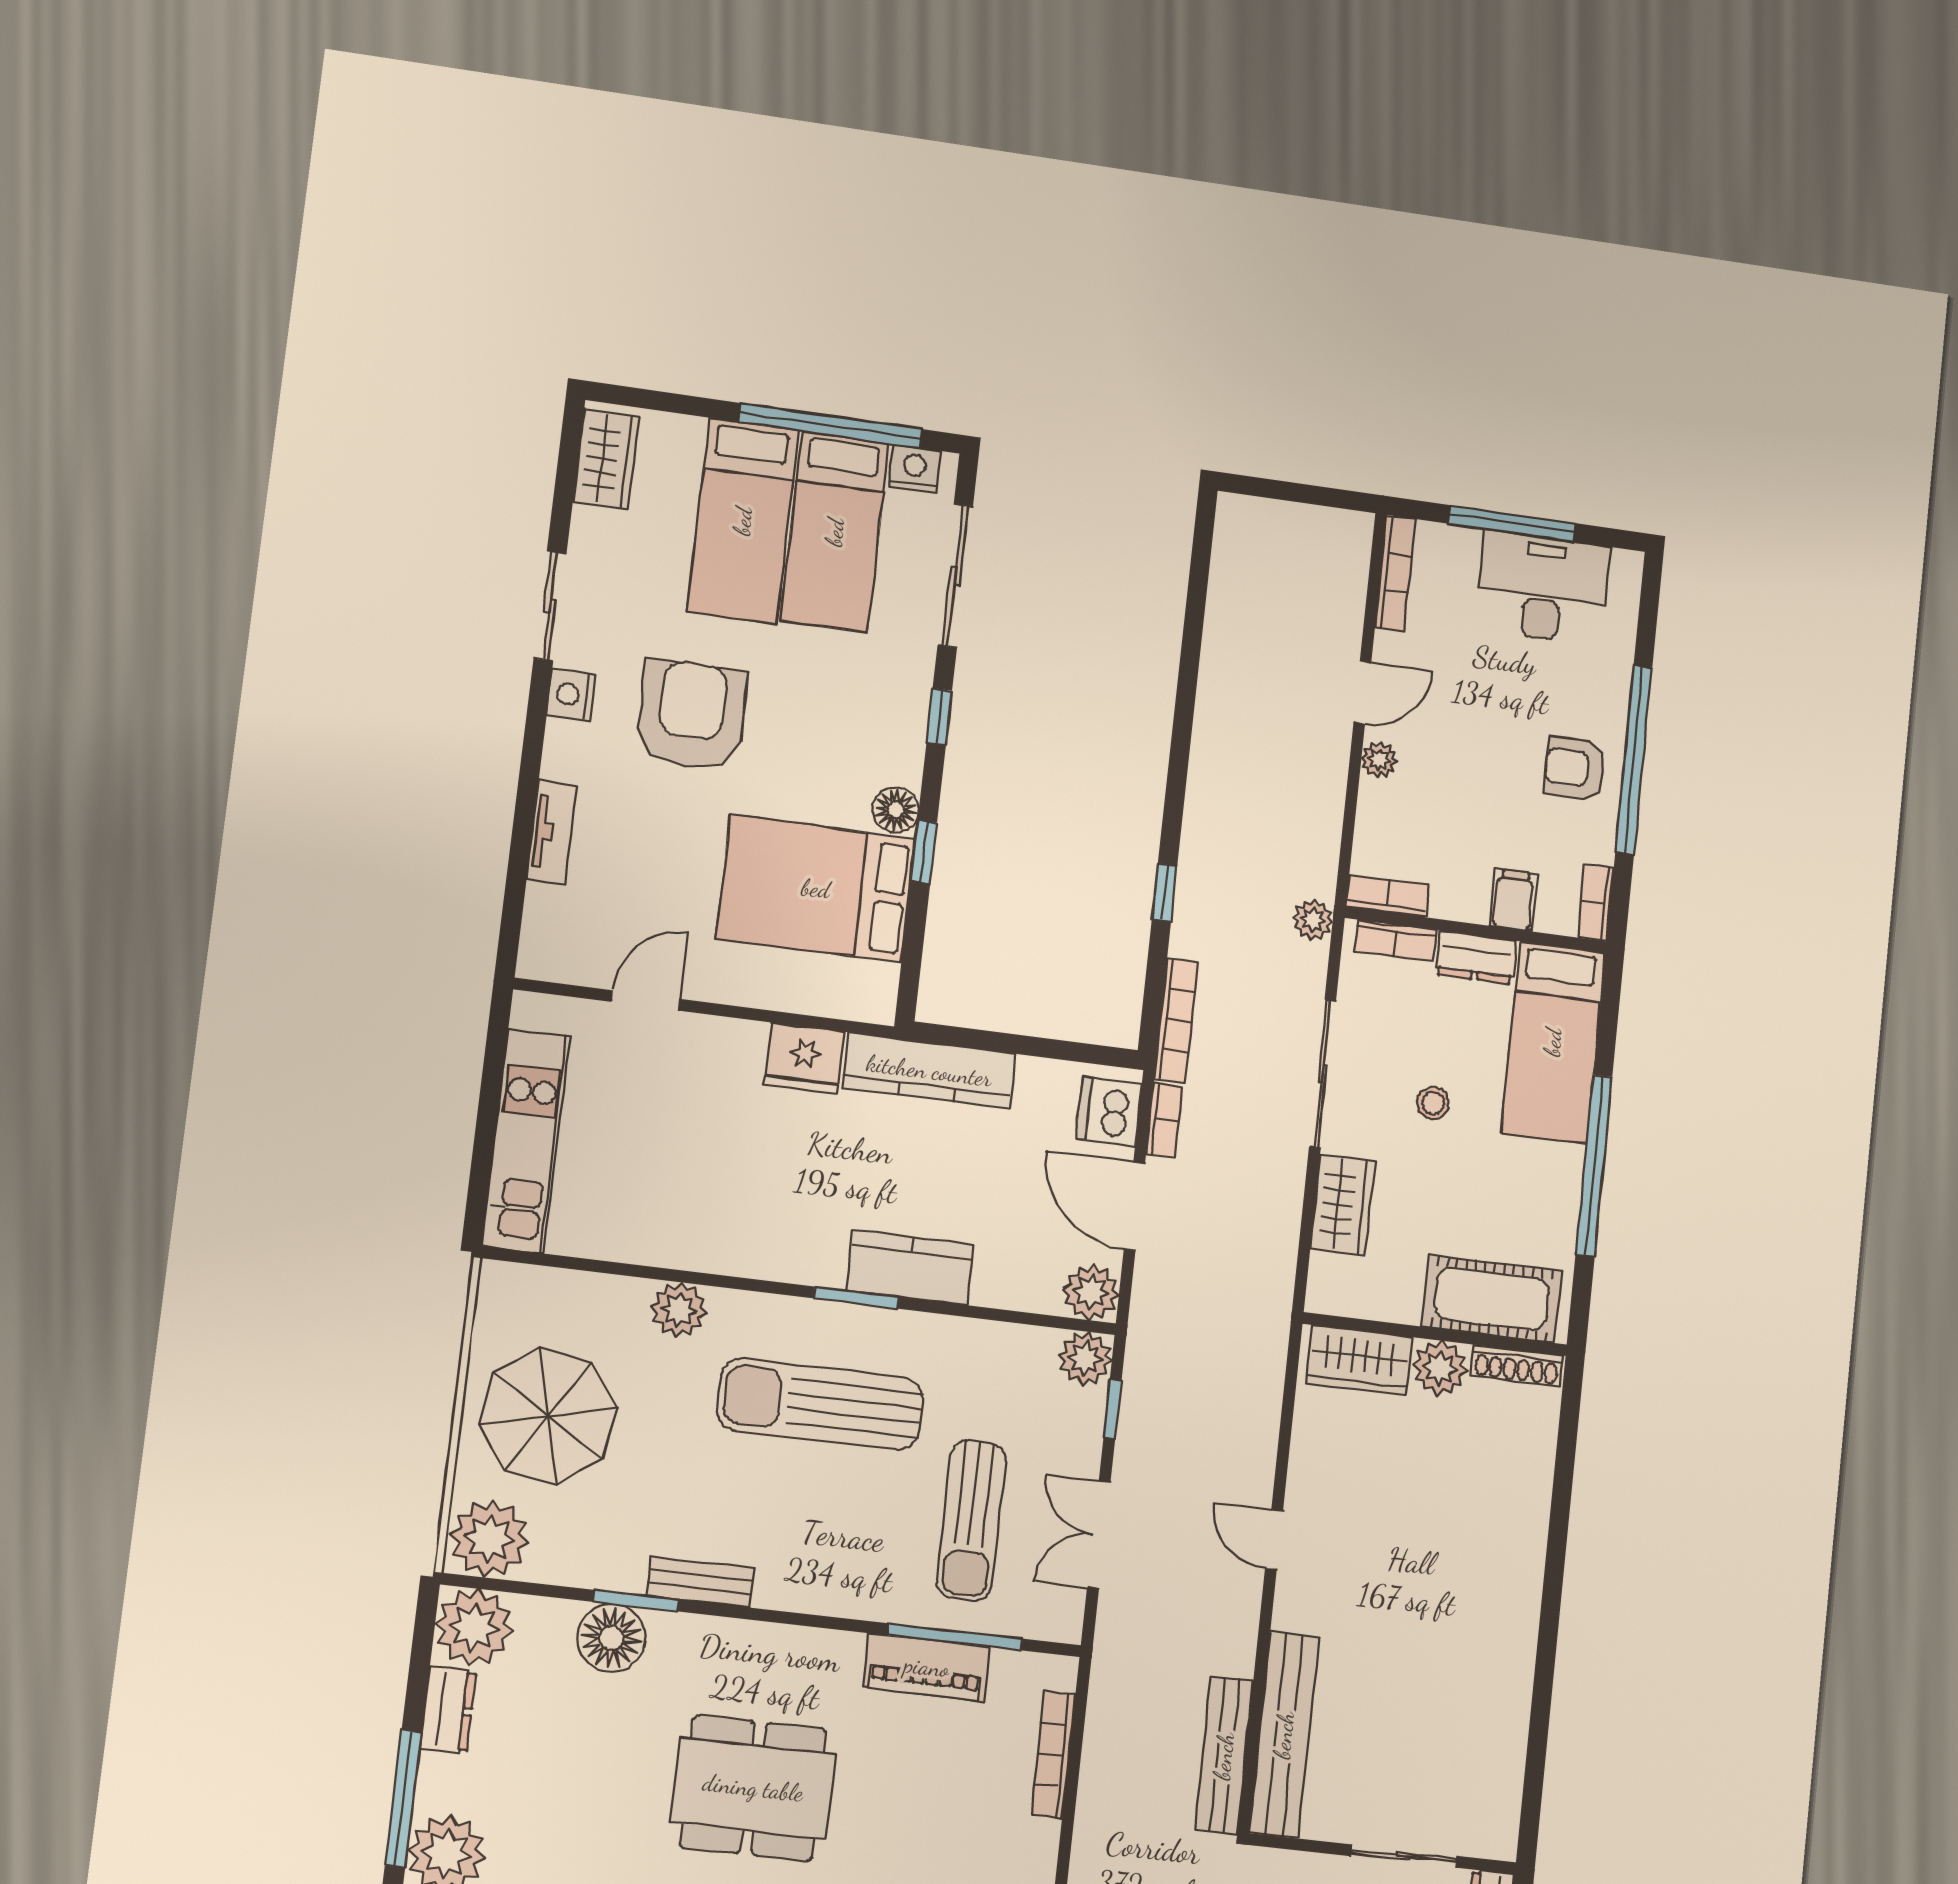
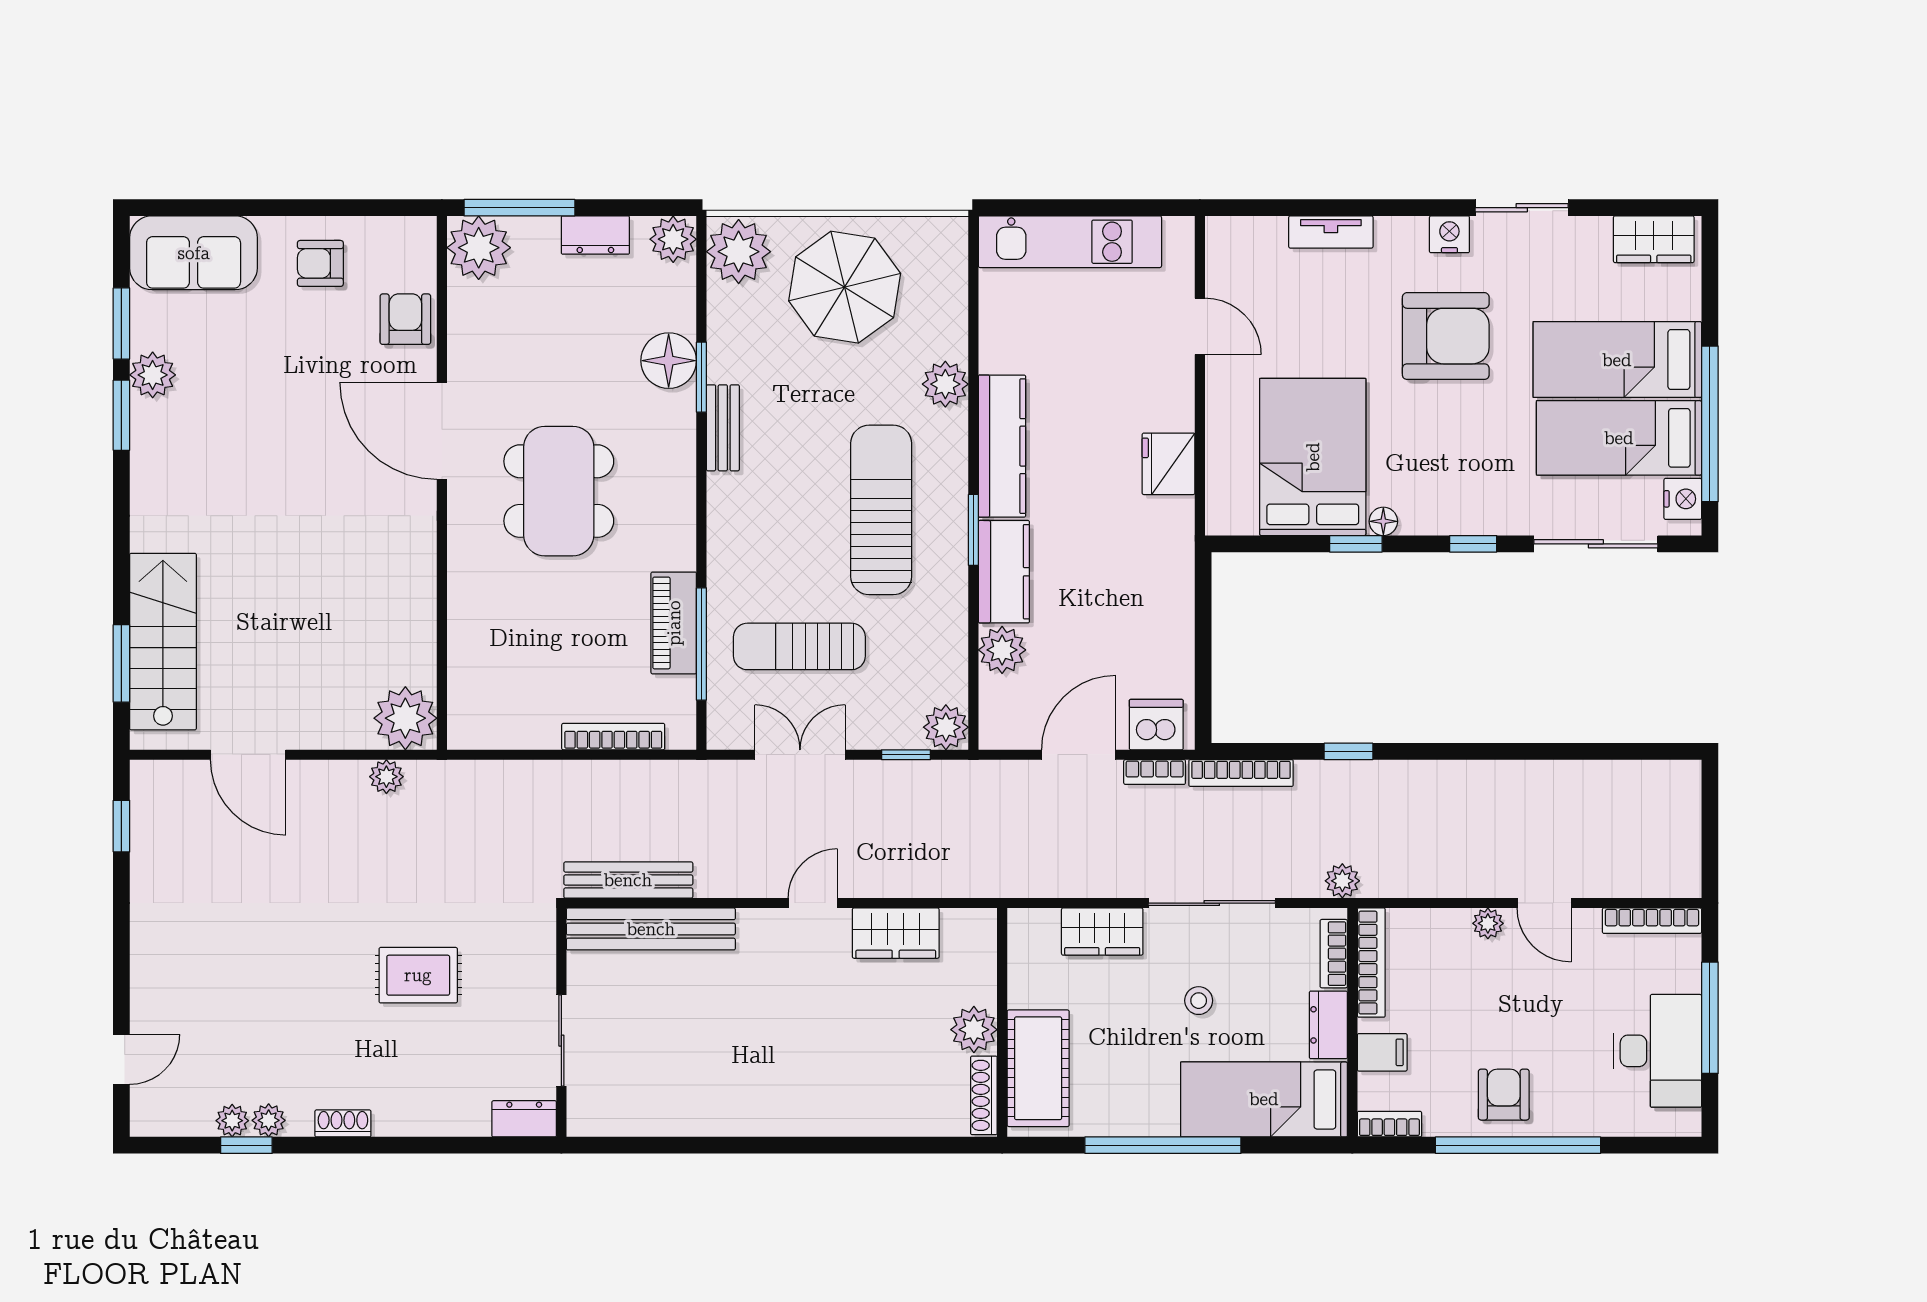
floor lamp: (896, 810) -> (1383, 521), width x0.73, depth x0.73
bookcase: (1387, 896) -> (1371, 963), width x1.56
kitchen counter: (929, 1071) -> (1002, 446), moved, turned 180
plant: (1091, 1292) -> (1002, 650), moved
wardrobe: (1359, 1360) -> (896, 933), moved, turned -90
plant: (474, 1627) -> (673, 239), width x0.73, depth x0.73

